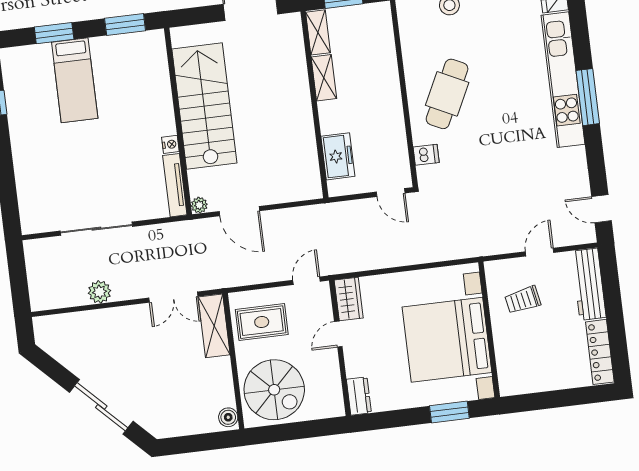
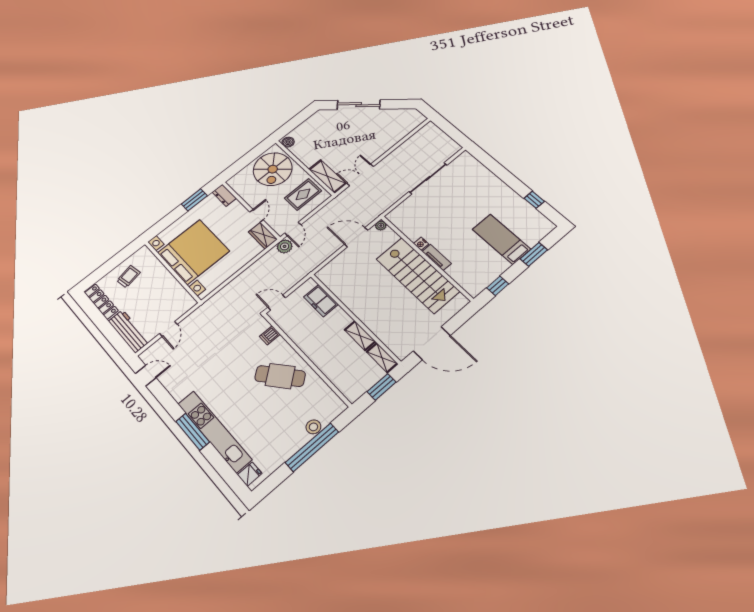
window: (125, 24) -> (498, 286), width x0.67
cafe table: (447, 94) -> (280, 376), turned -65
tv unit: (175, 185) -> (437, 257), moved, width x0.71
plant: (100, 292) -> (285, 246), moved
trolley: (523, 300) -> (128, 276), moved
spiral stairs: (274, 390) -> (273, 169), turned -90
window: (449, 412) -> (194, 200), moved

